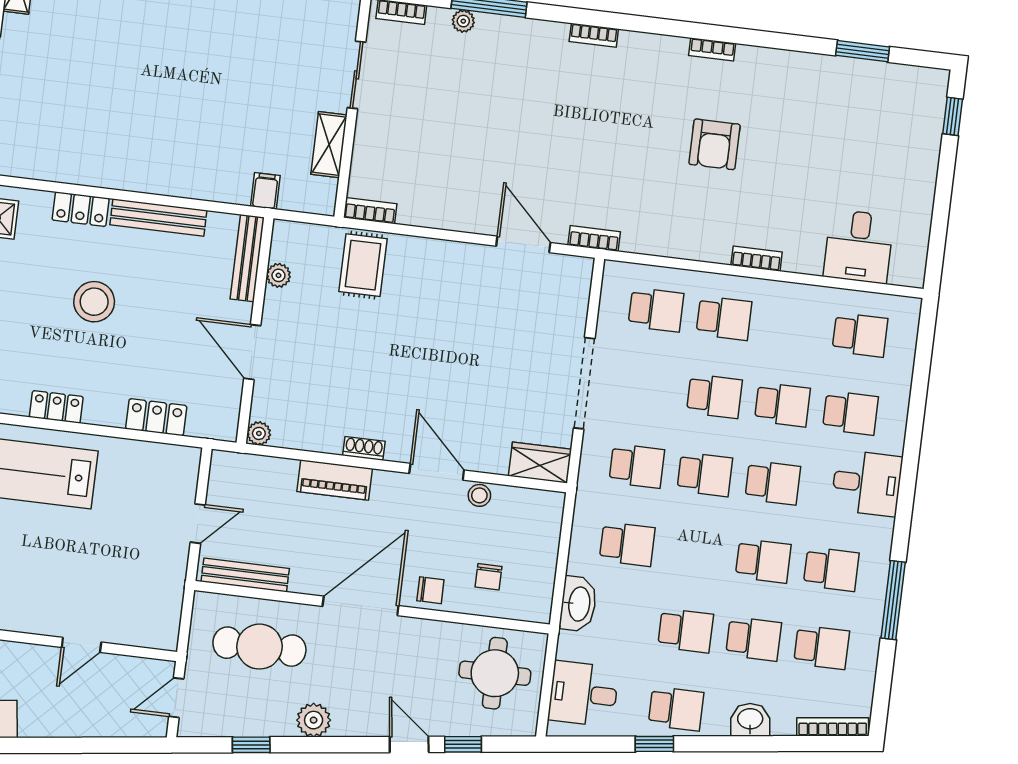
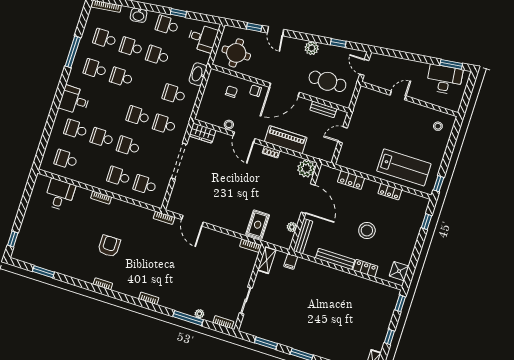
shelving: (329, 145) -> (267, 260), moved
door: (252, 352) -> (308, 199), width x1.36
plant: (259, 433) -> (306, 169), width x1.88, depth x1.88
piano: (335, 480) -> (286, 140), width x1.37, depth x1.33
school desk: (773, 483) -> (112, 107), removed
bench: (245, 575) -> (323, 109), width x0.73
door: (176, 698) -> (364, 67), swing flipped

